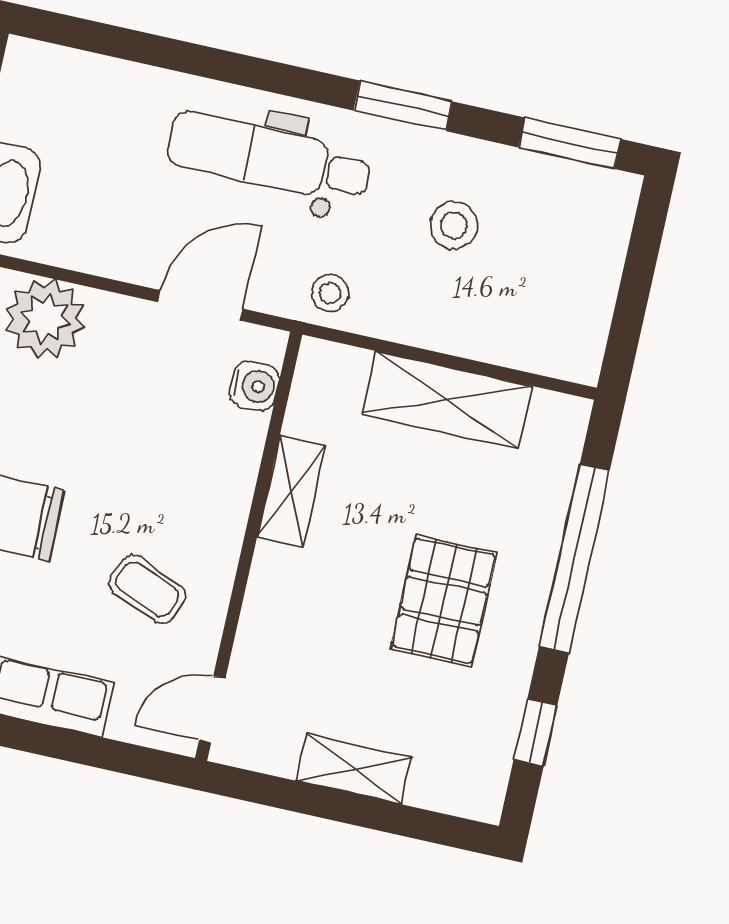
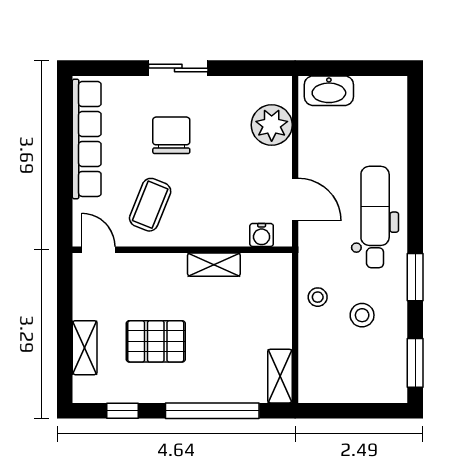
stool: (330, 293) -> (318, 297), moved
shelving: (447, 400) -> (280, 376), moved, width x0.67, depth x0.75
coffee table: (147, 589) -> (150, 205), width x1.36, depth x1.30
pallet: (444, 601) -> (156, 341), moved
shelving: (353, 769) -> (85, 348), moved

